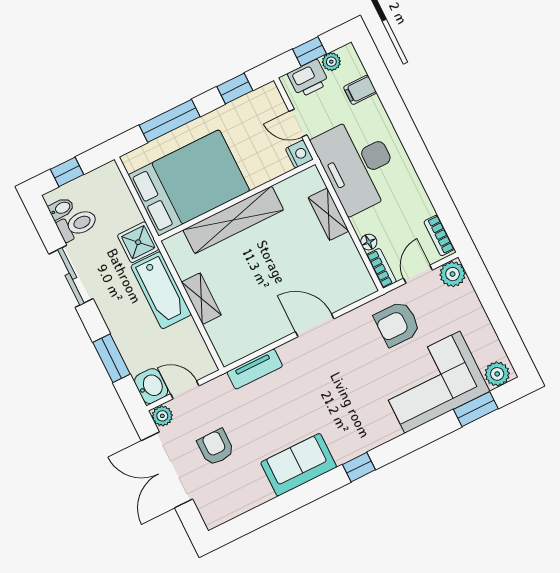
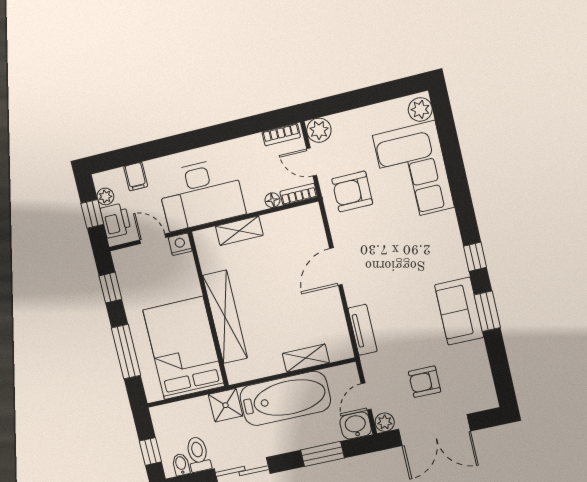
door: (298, 123) -> (153, 239), swing flipped
bathtub: (161, 290) -> (285, 398), width x1.36, depth x1.36
shelving: (201, 299) -> (306, 358), moved
armchair: (397, 324) -> (352, 191), turned 90
window: (476, 409) -> (487, 311), moved

